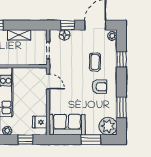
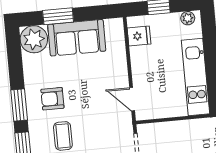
window: (121, 107) -> (19, 105), moved
sofa: (67, 125) -> (77, 38), moved

